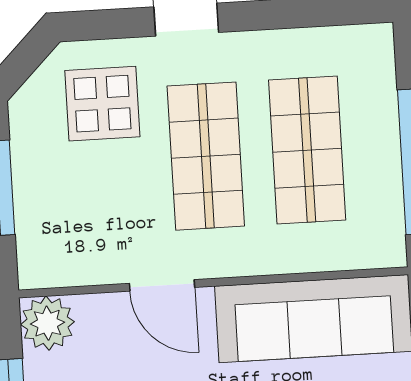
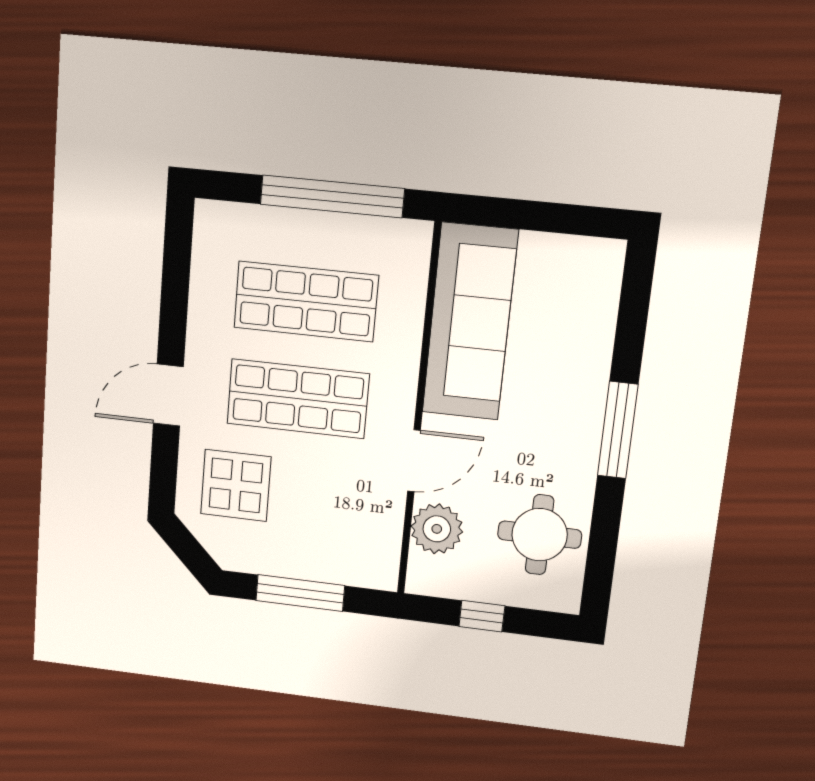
plant: (47, 323) -> (437, 529), moved

